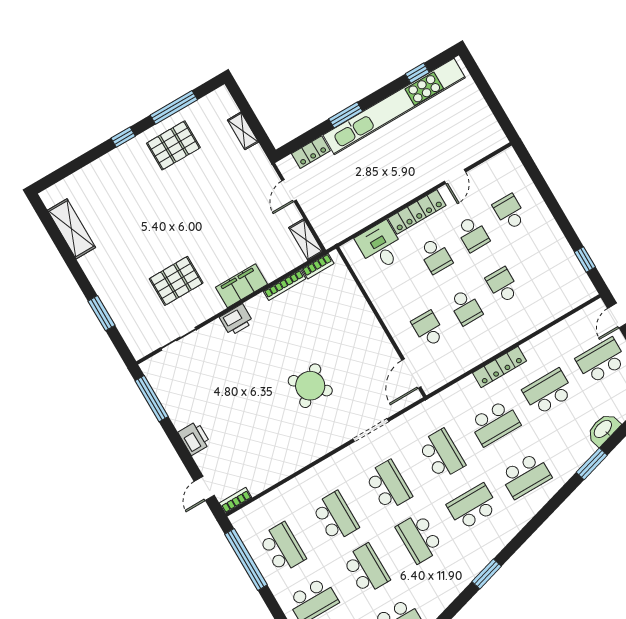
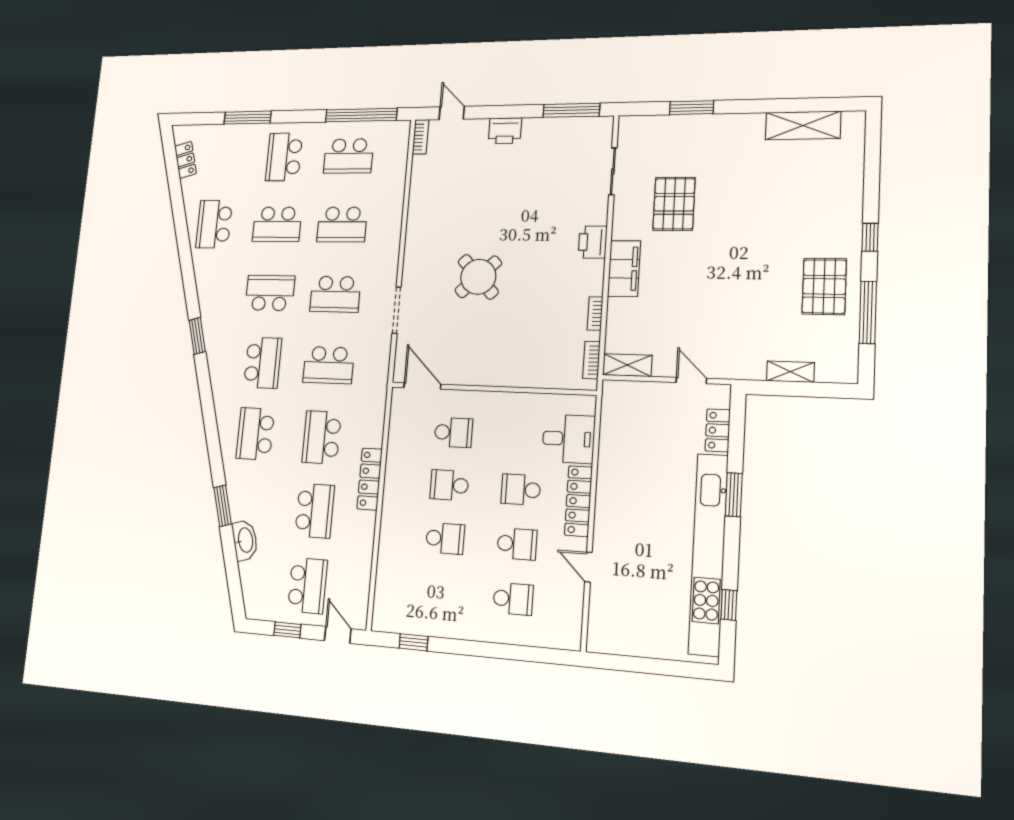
school desk: (472, 234) -> (517, 544), turned 180
bookcase: (285, 285) -> (595, 313), width x0.64

